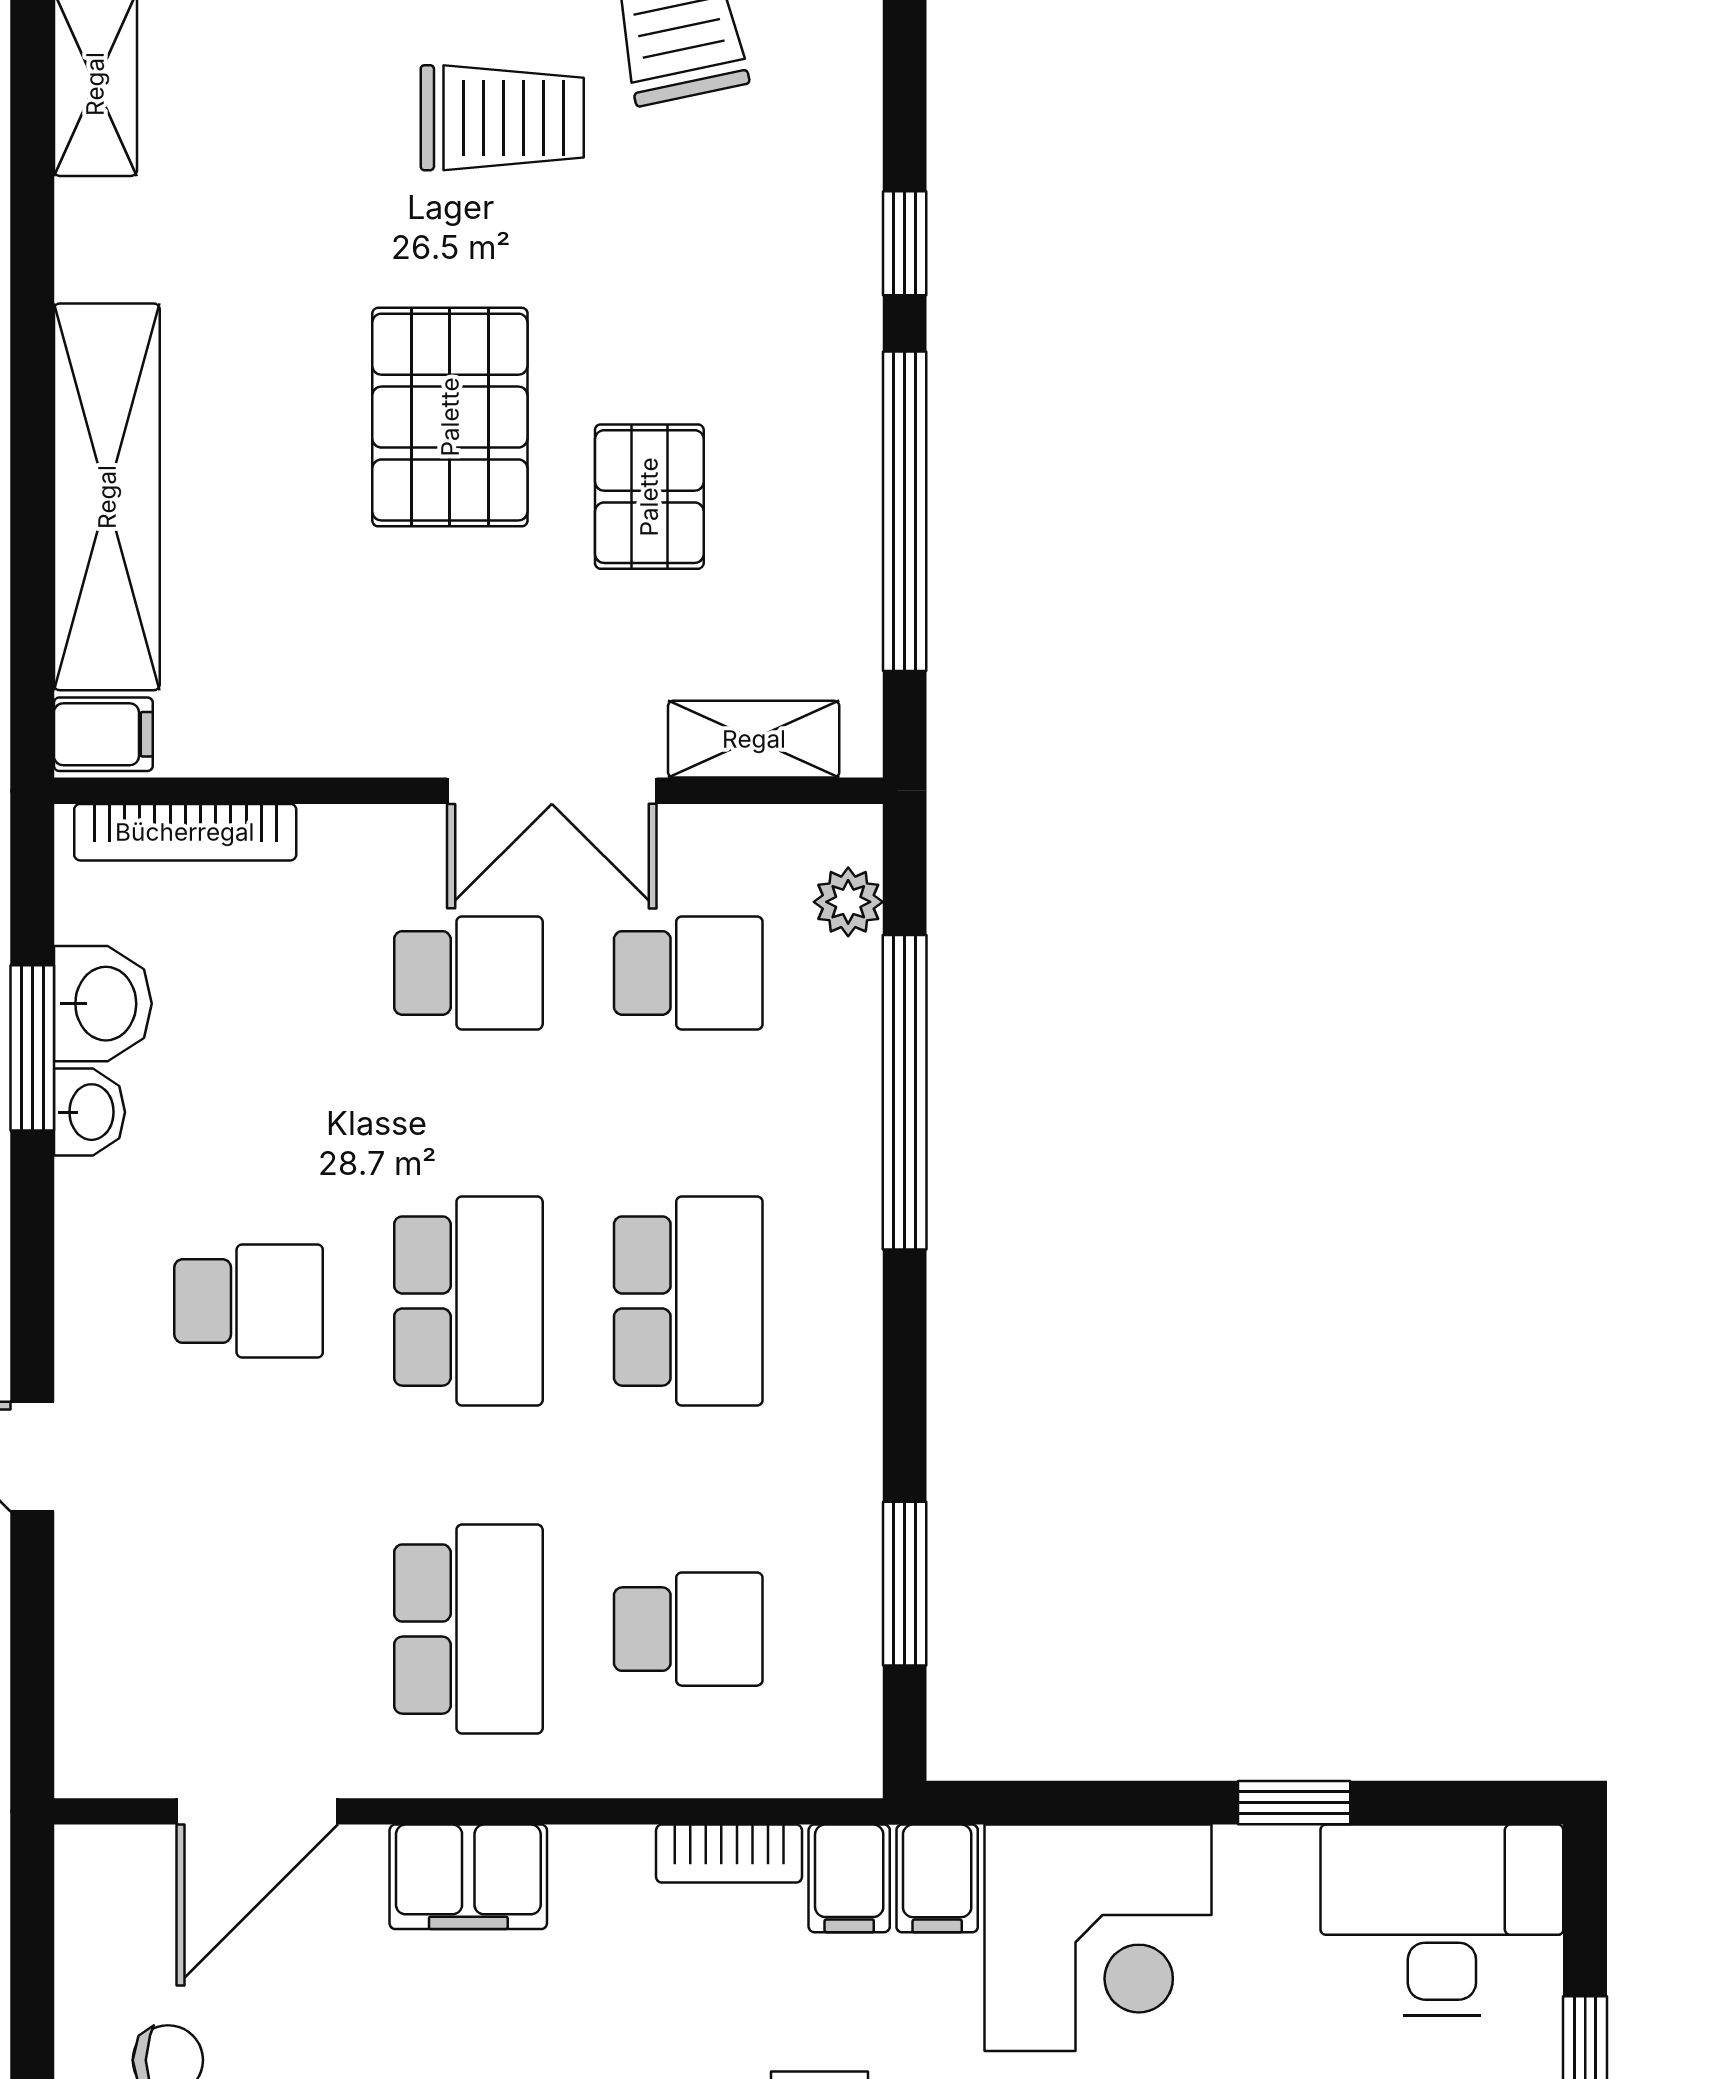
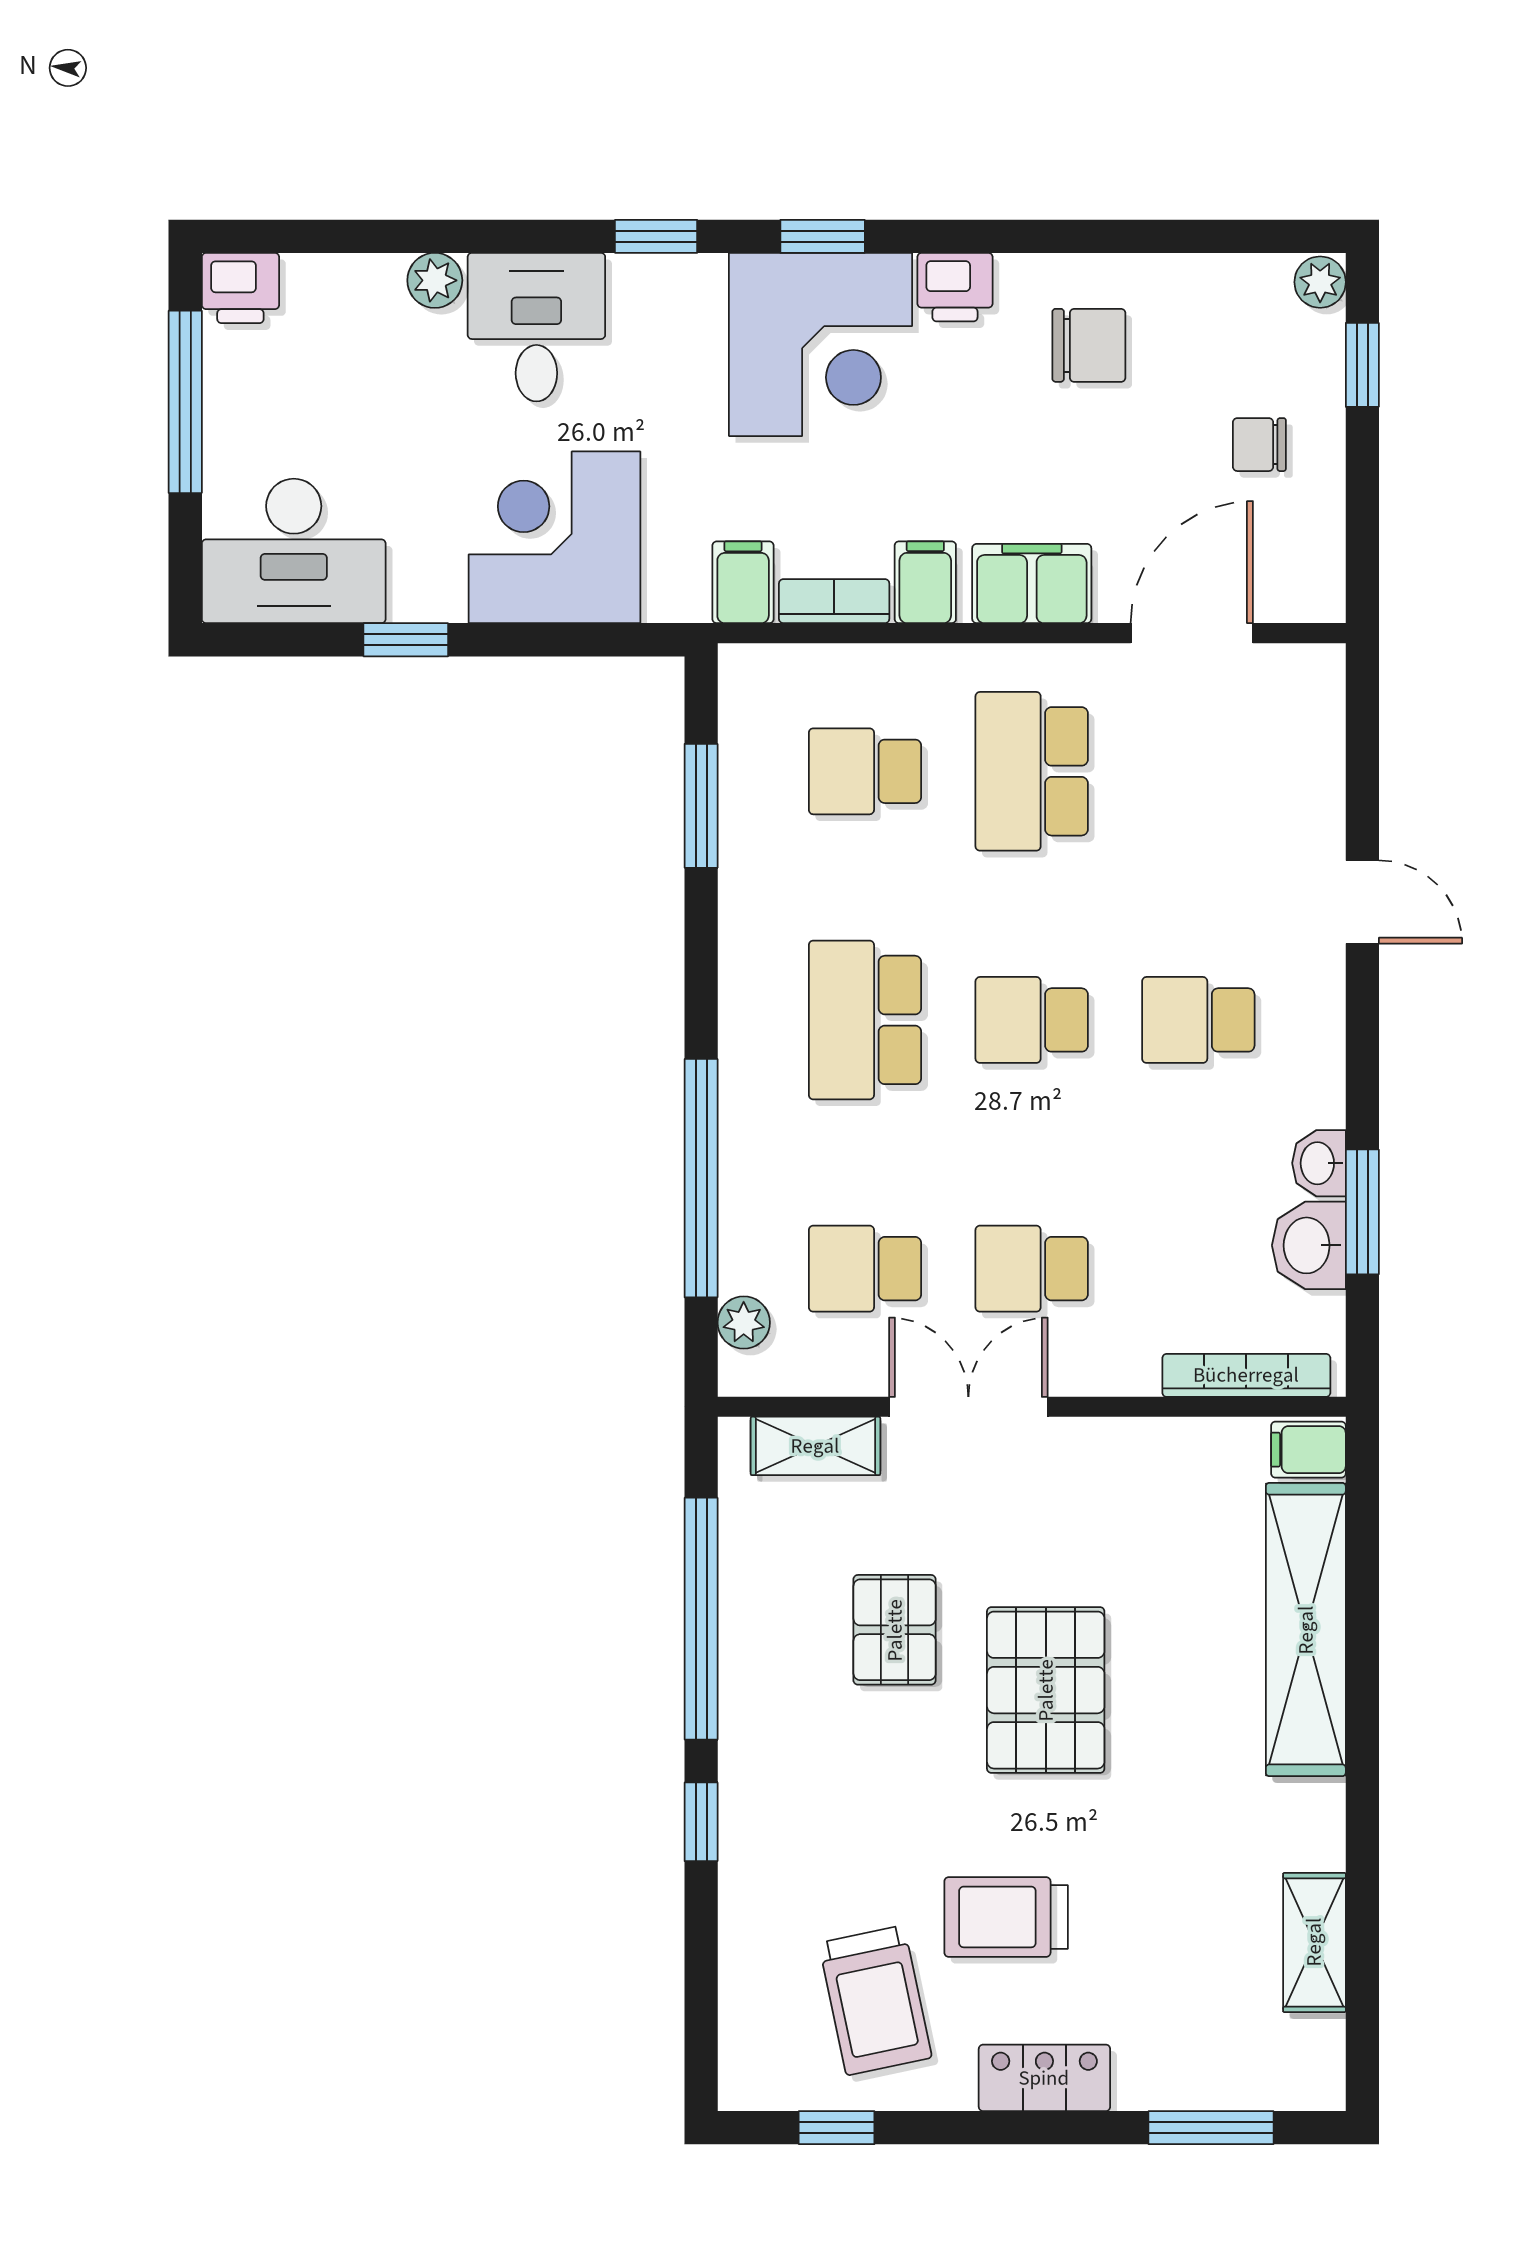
school desk: (468, 1301) -> (1032, 1020), width x0.54
filing cabinet: (937, 1878) -> (925, 582), moved

